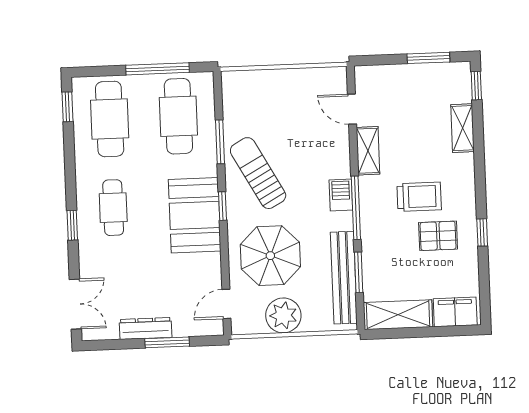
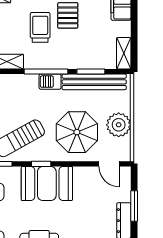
barbecue: (341, 195) -> (50, 82), moved
shelving: (398, 315) -> (124, 53), width x0.67, depth x0.75

